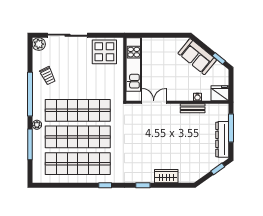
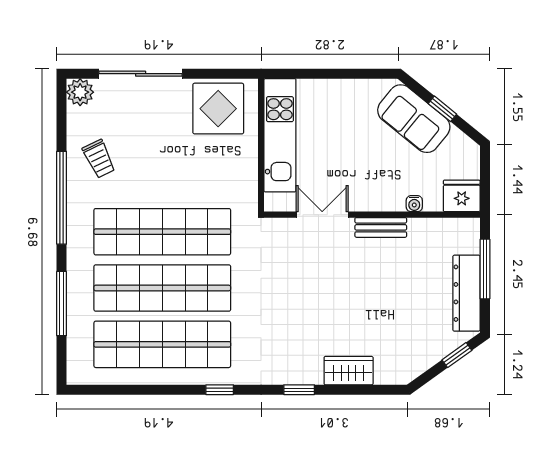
window: (219, 58) -> (442, 109), moved
bench: (193, 108) -> (381, 227), moved
plant: (37, 125) -> (76, 262), removed

